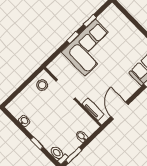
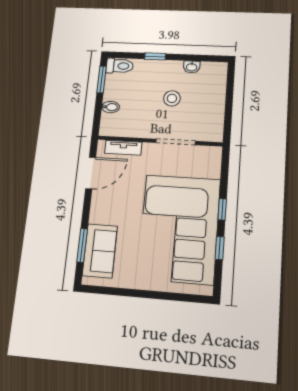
corner sofa: (90, 48) -> (179, 229), width x1.36, depth x1.36
stool: (42, 85) -> (172, 98), moved
door: (120, 111) -> (91, 173), hinge flipped

